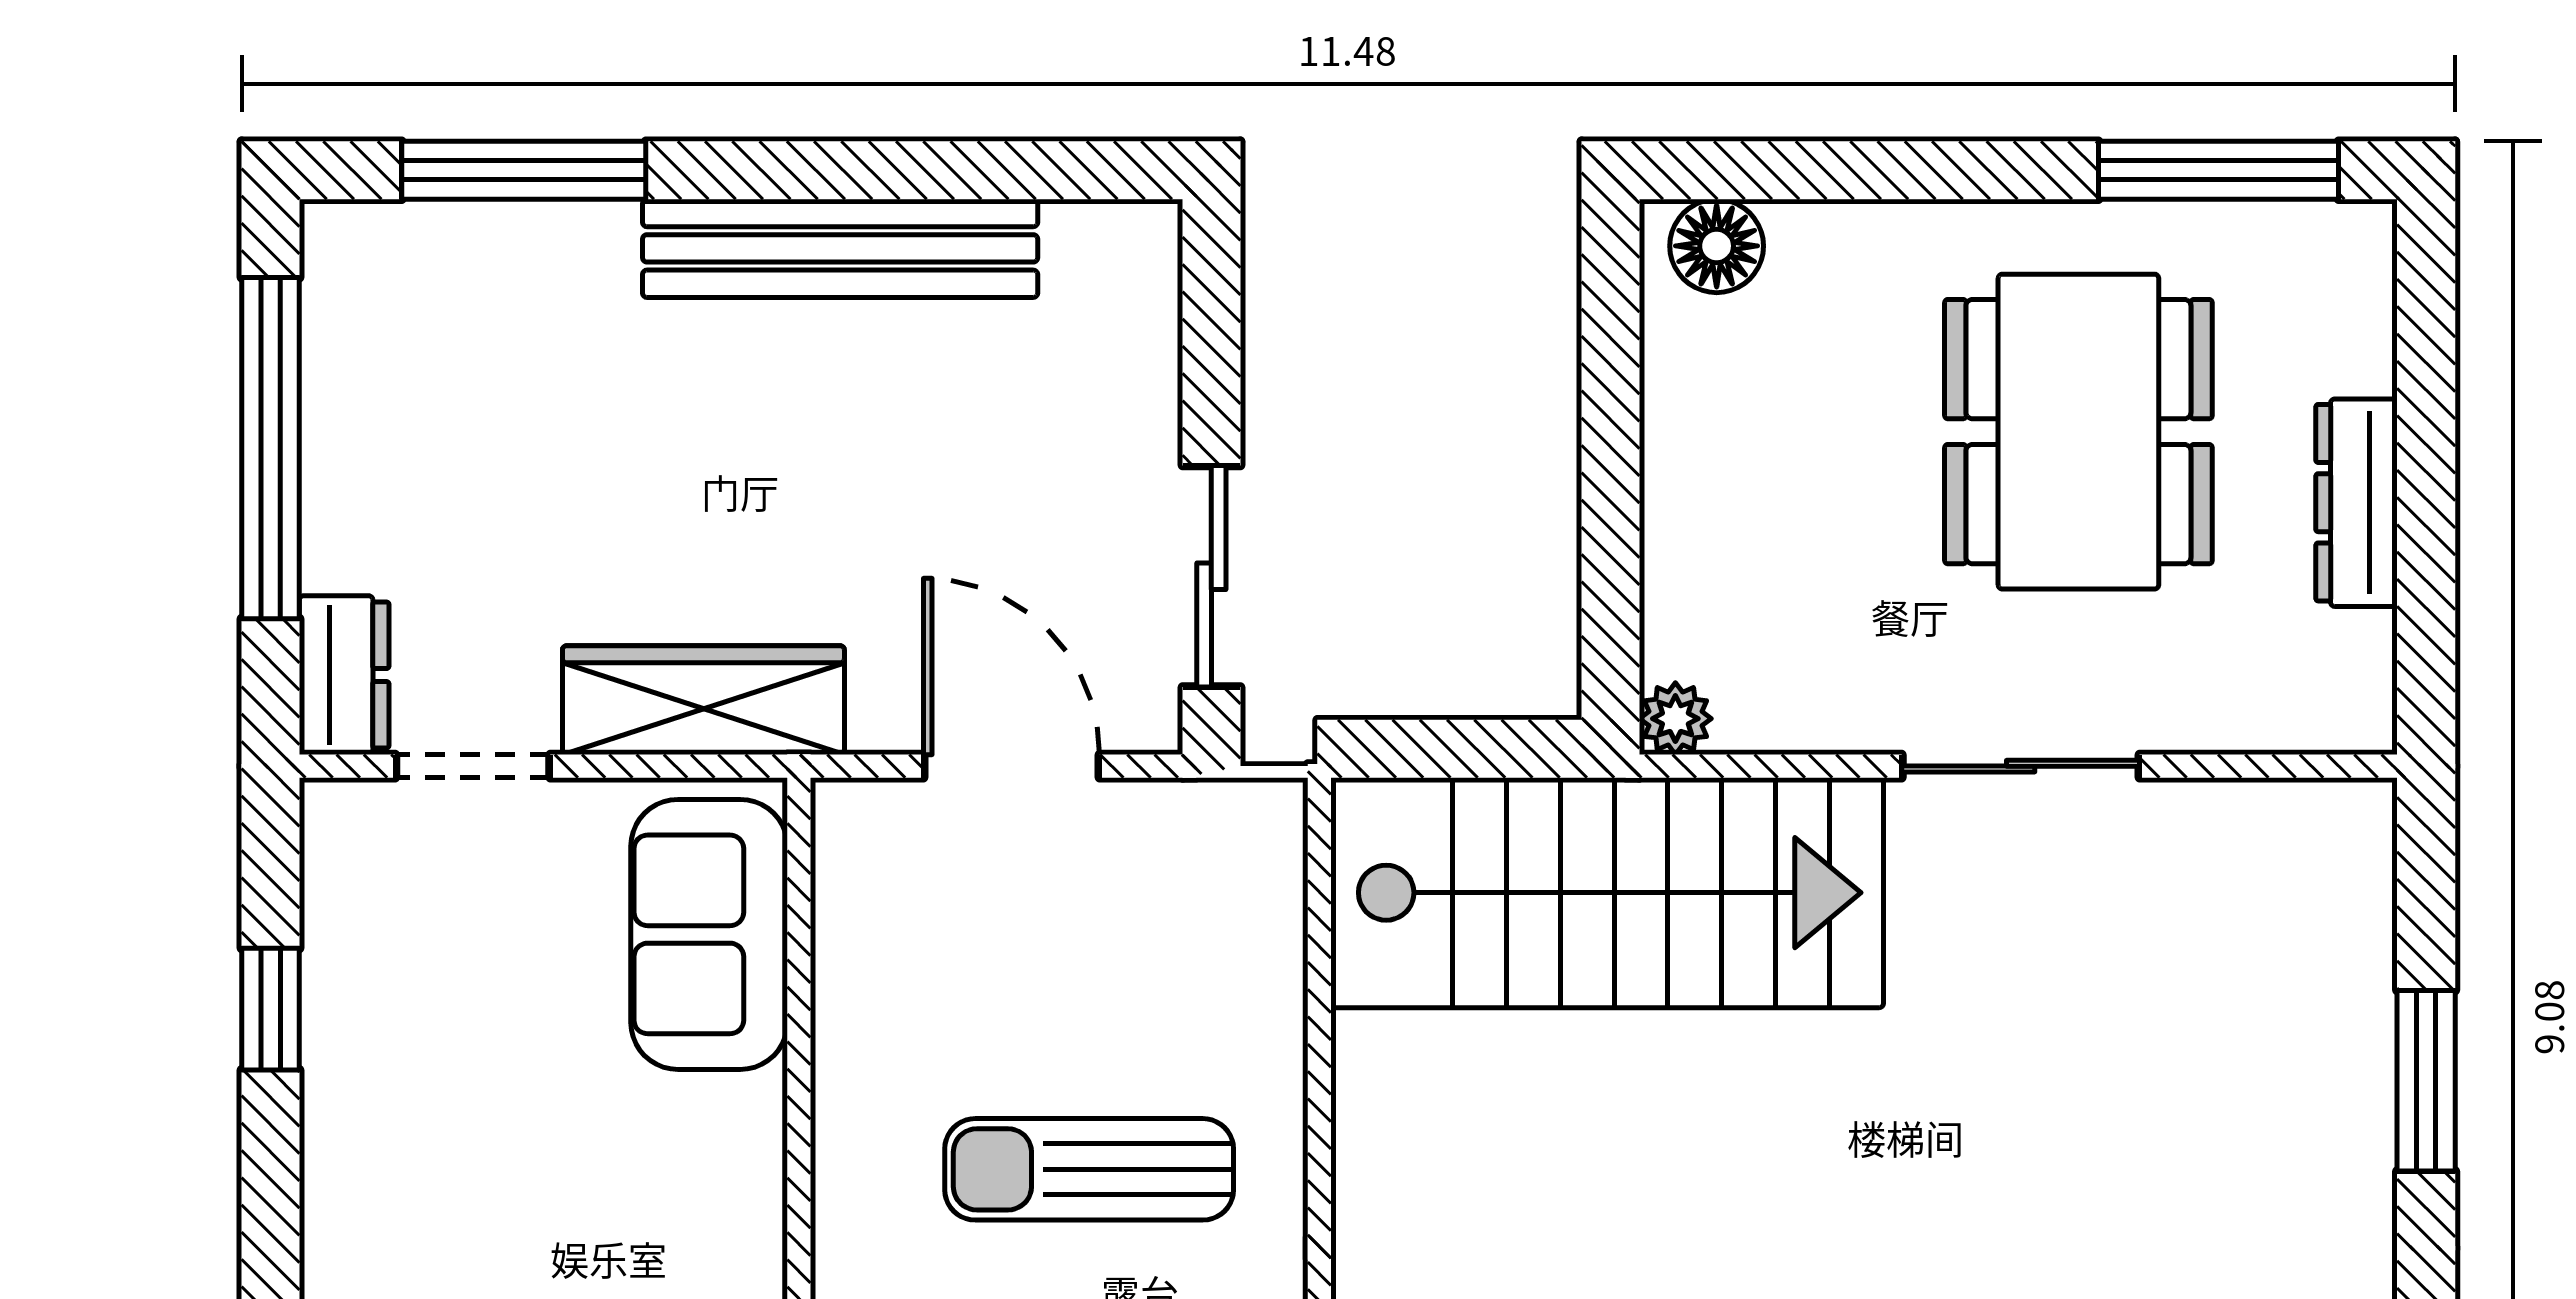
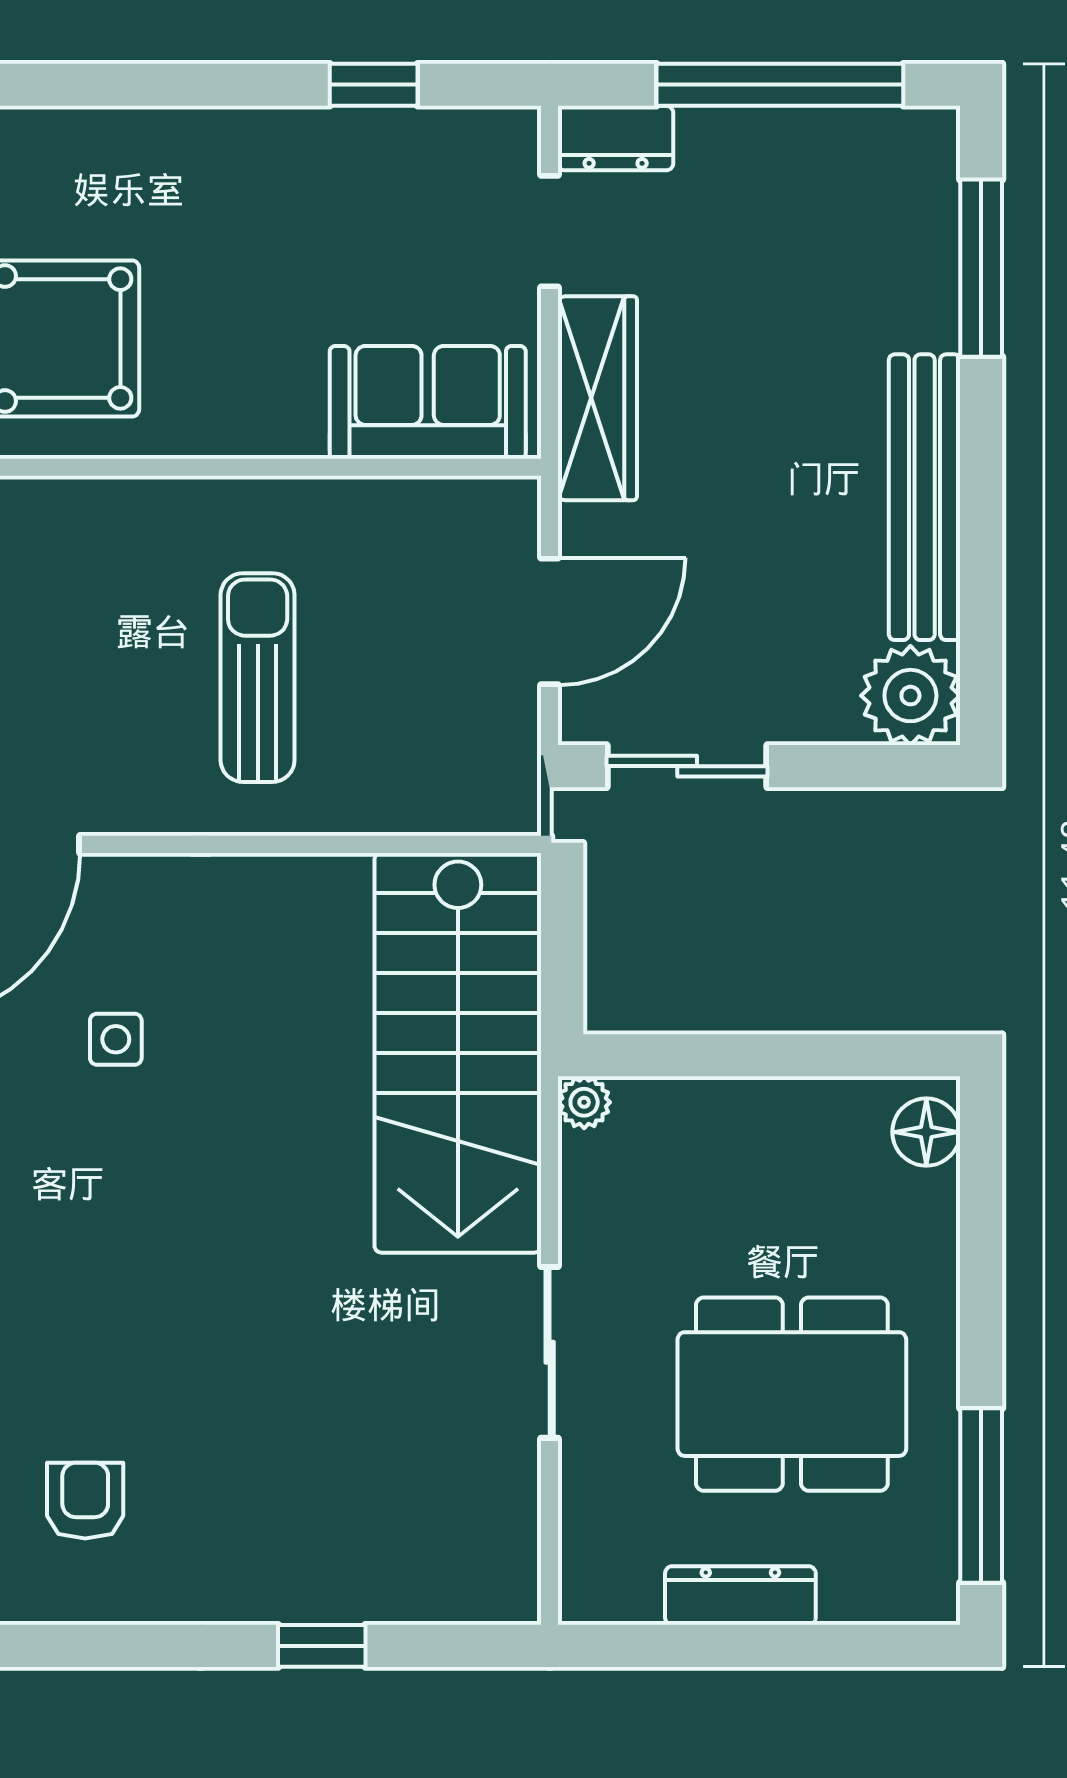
plant: (1114, 268) -> (910, 696), added
window: (2426, 1081) -> (322, 1646), width x0.67

